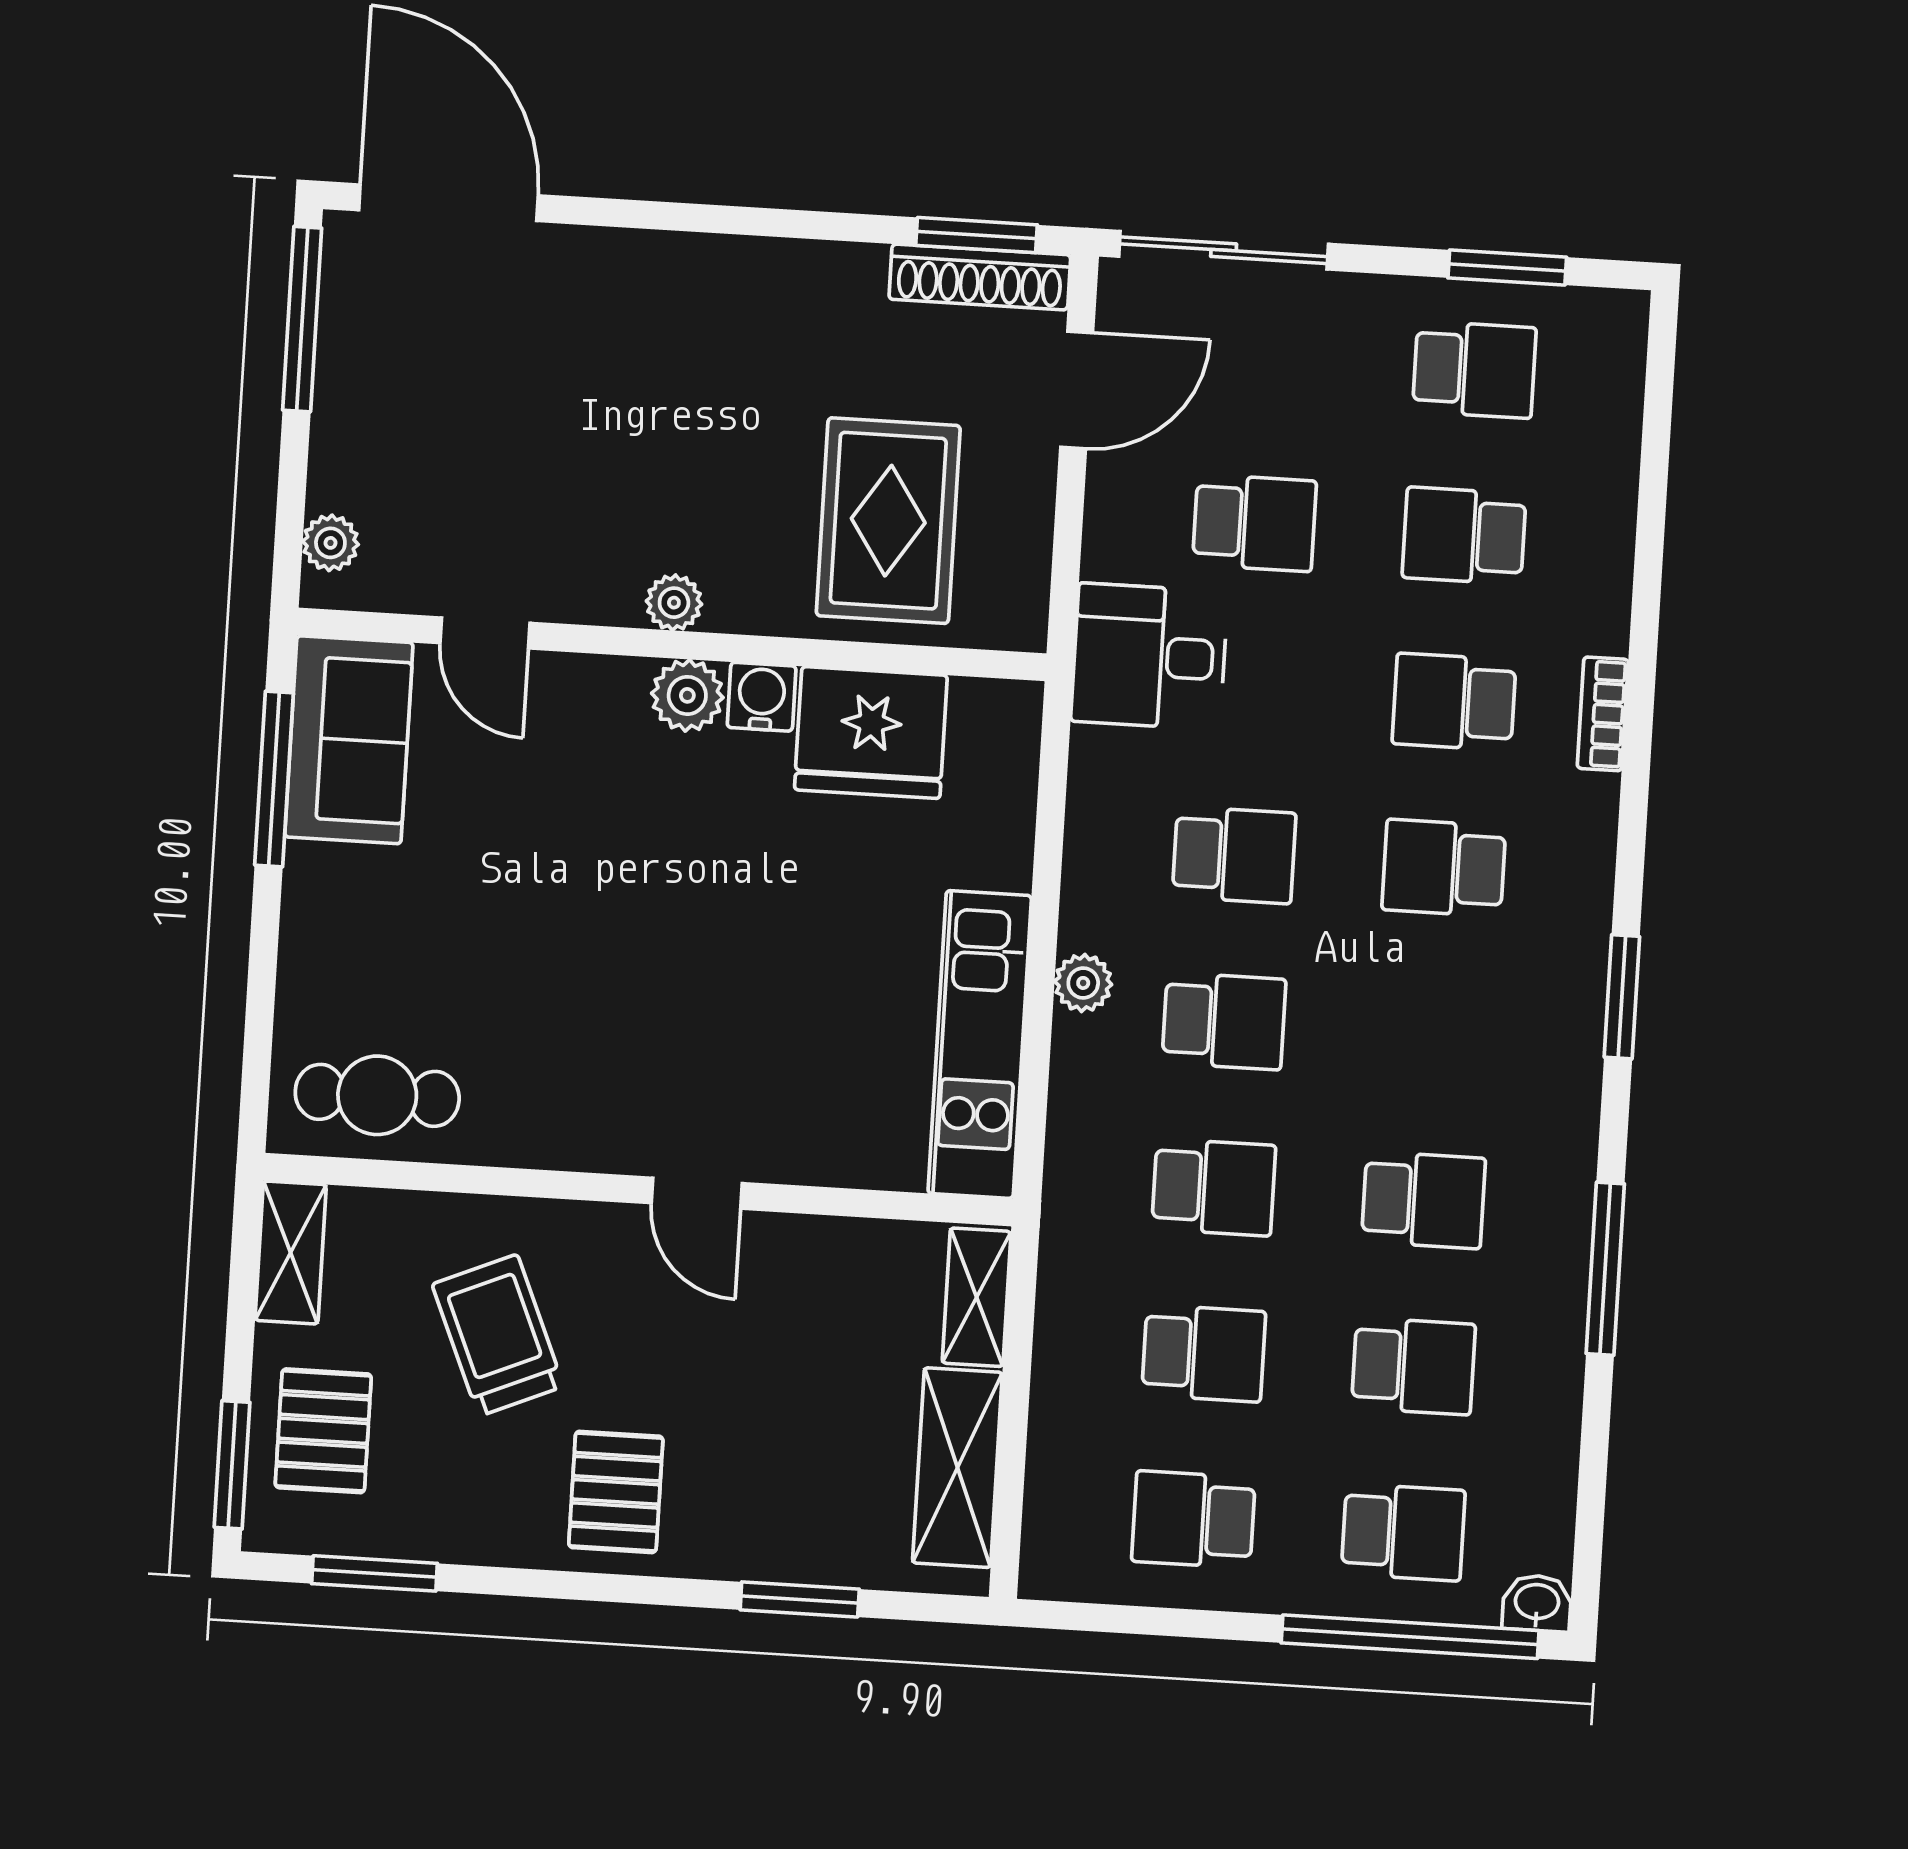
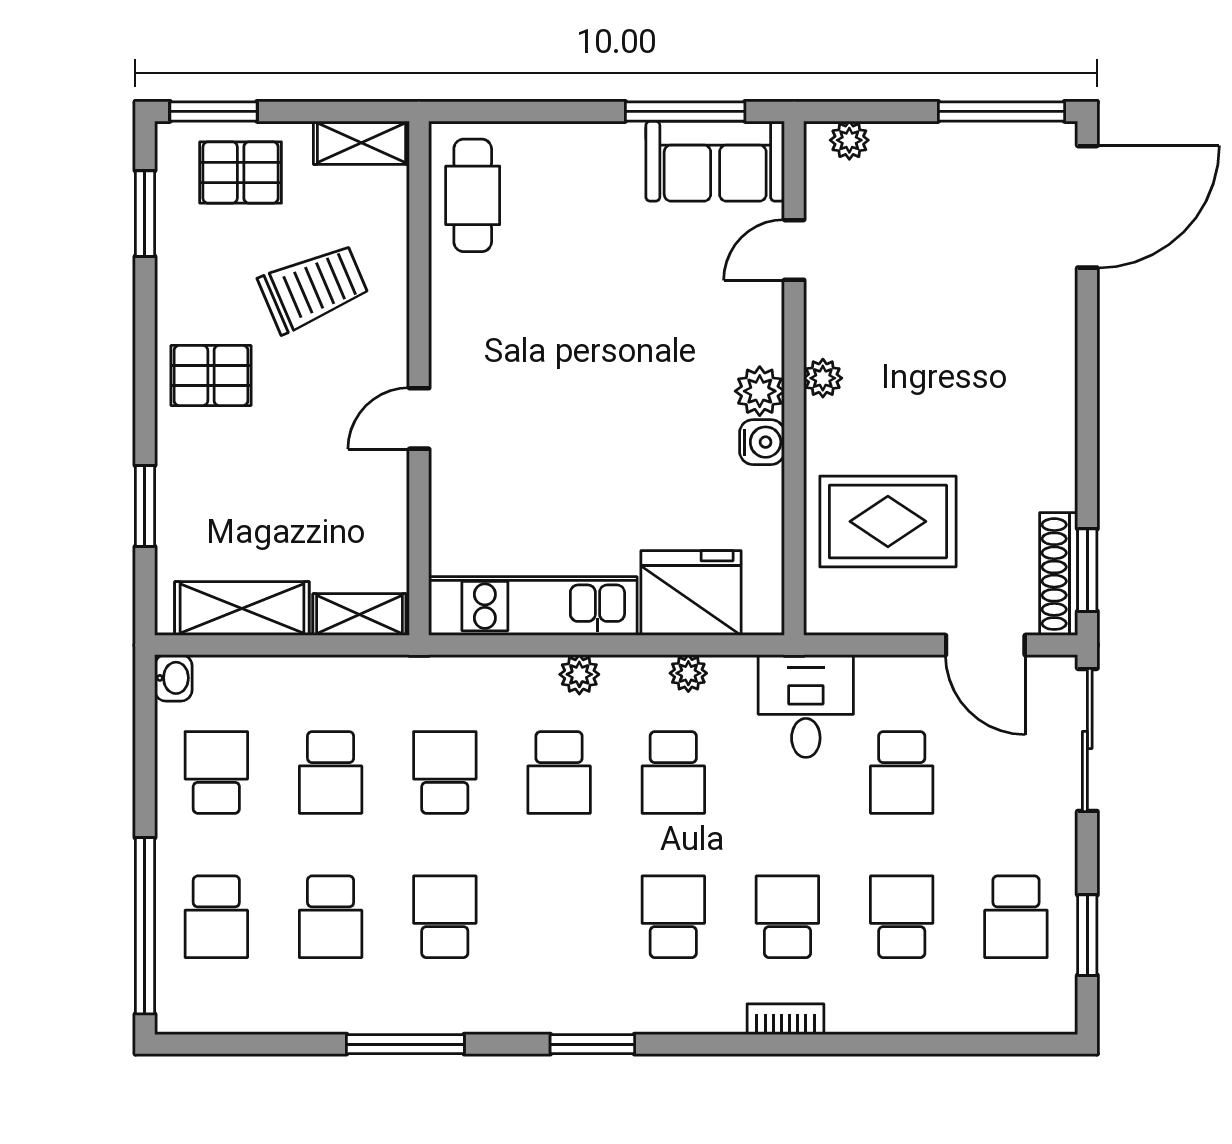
fridge: (871, 733) -> (691, 593), moved, turned 90
plant: (1091, 824) -> (688, 673), added
school desk: (1214, 1187) -> (445, 772), turned 180
school desk: (1424, 1200) -> (445, 917), turned 180
washbasin: (1537, 1603) -> (173, 678), moved

